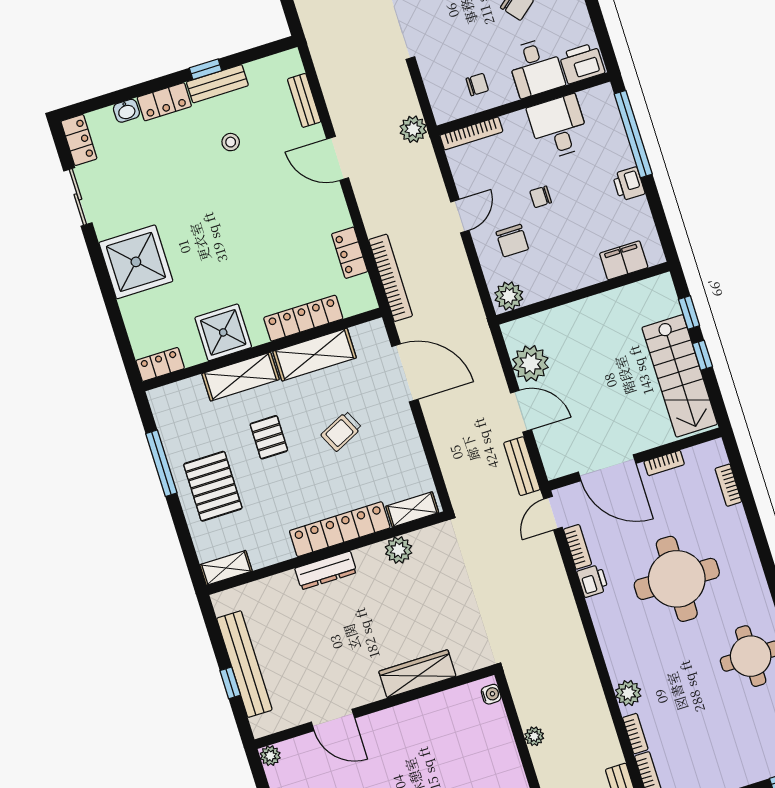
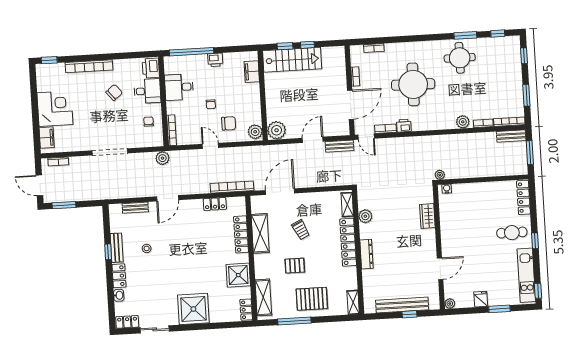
plant: (531, 363) -> (277, 130), moved
stairs: (680, 376) -> (292, 60), moved
shelving: (241, 377) -> (263, 297), moved
wardrobe: (417, 674) -> (427, 216), width x0.67
plant: (534, 736) -> (440, 175), moved

